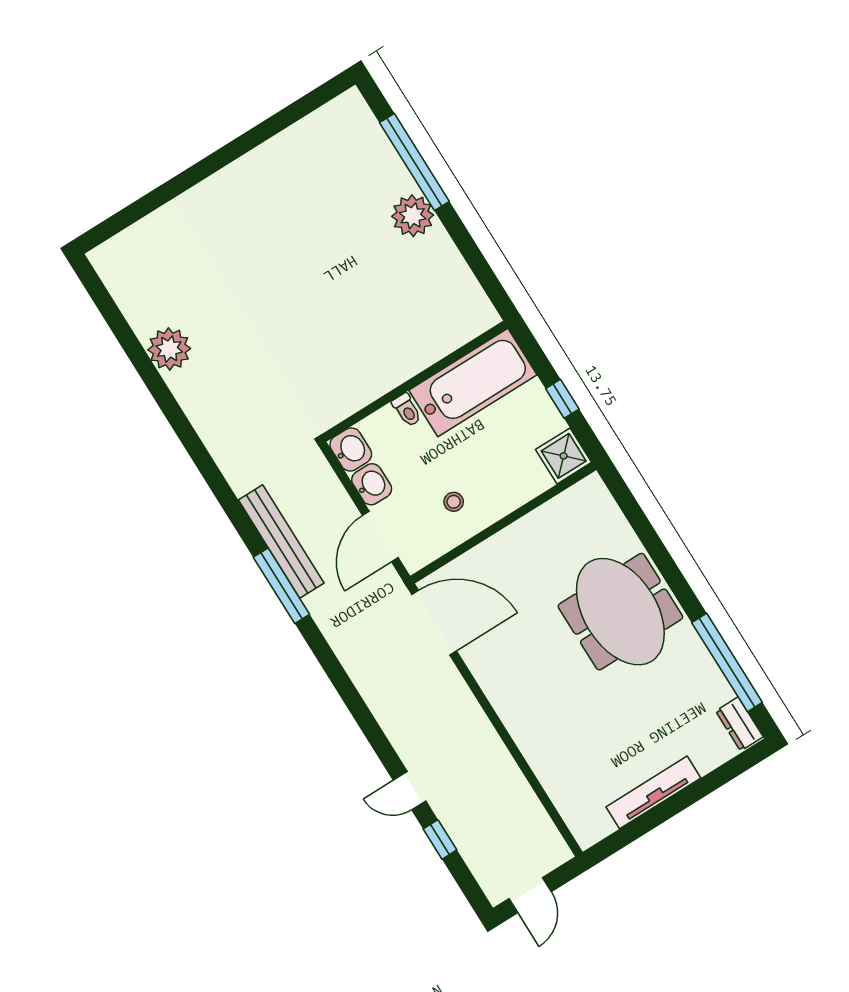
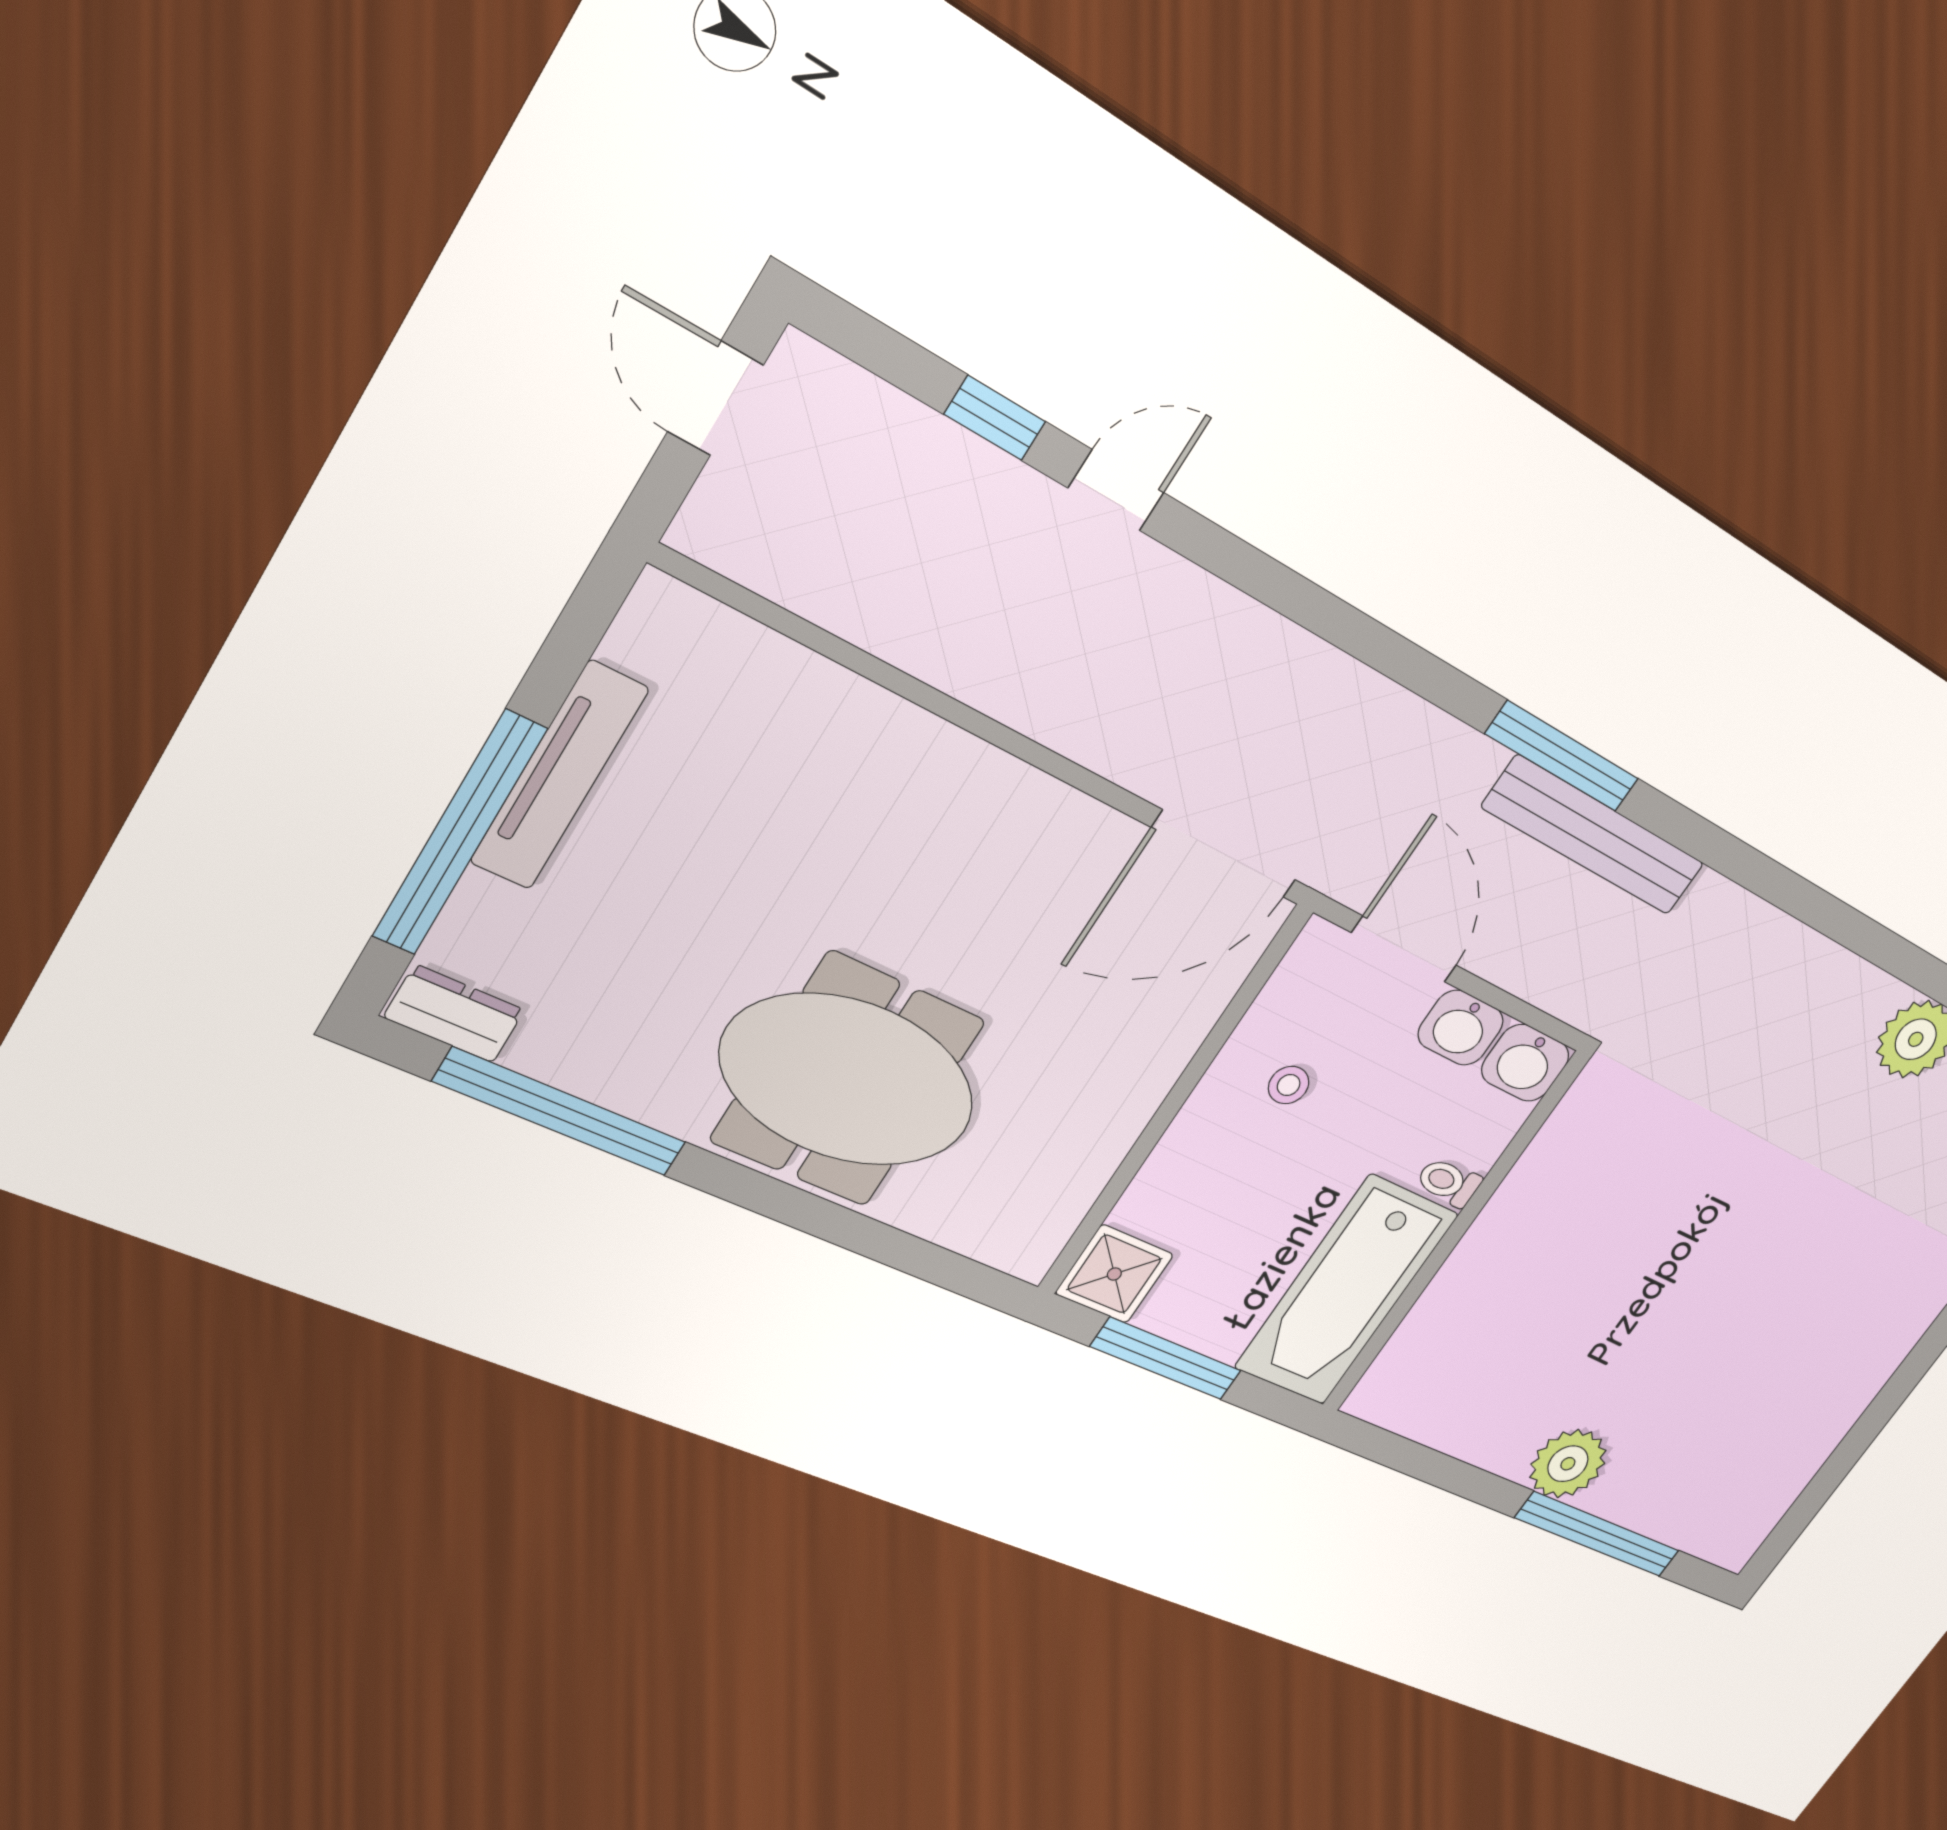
window: (562, 399) -> (1166, 1359), width x2.17
window: (698, 790) -> (459, 833), added

